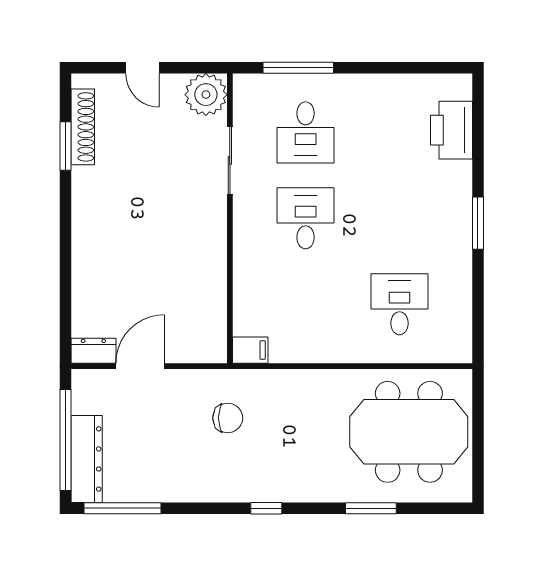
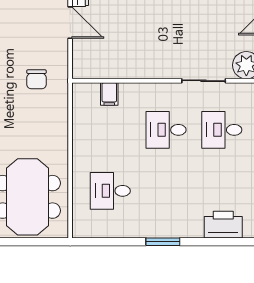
desk: (306, 218) -> (166, 130), turned 180
desk: (400, 304) -> (110, 191), turned 180
filing cabinet: (250, 350) -> (109, 94), moved

